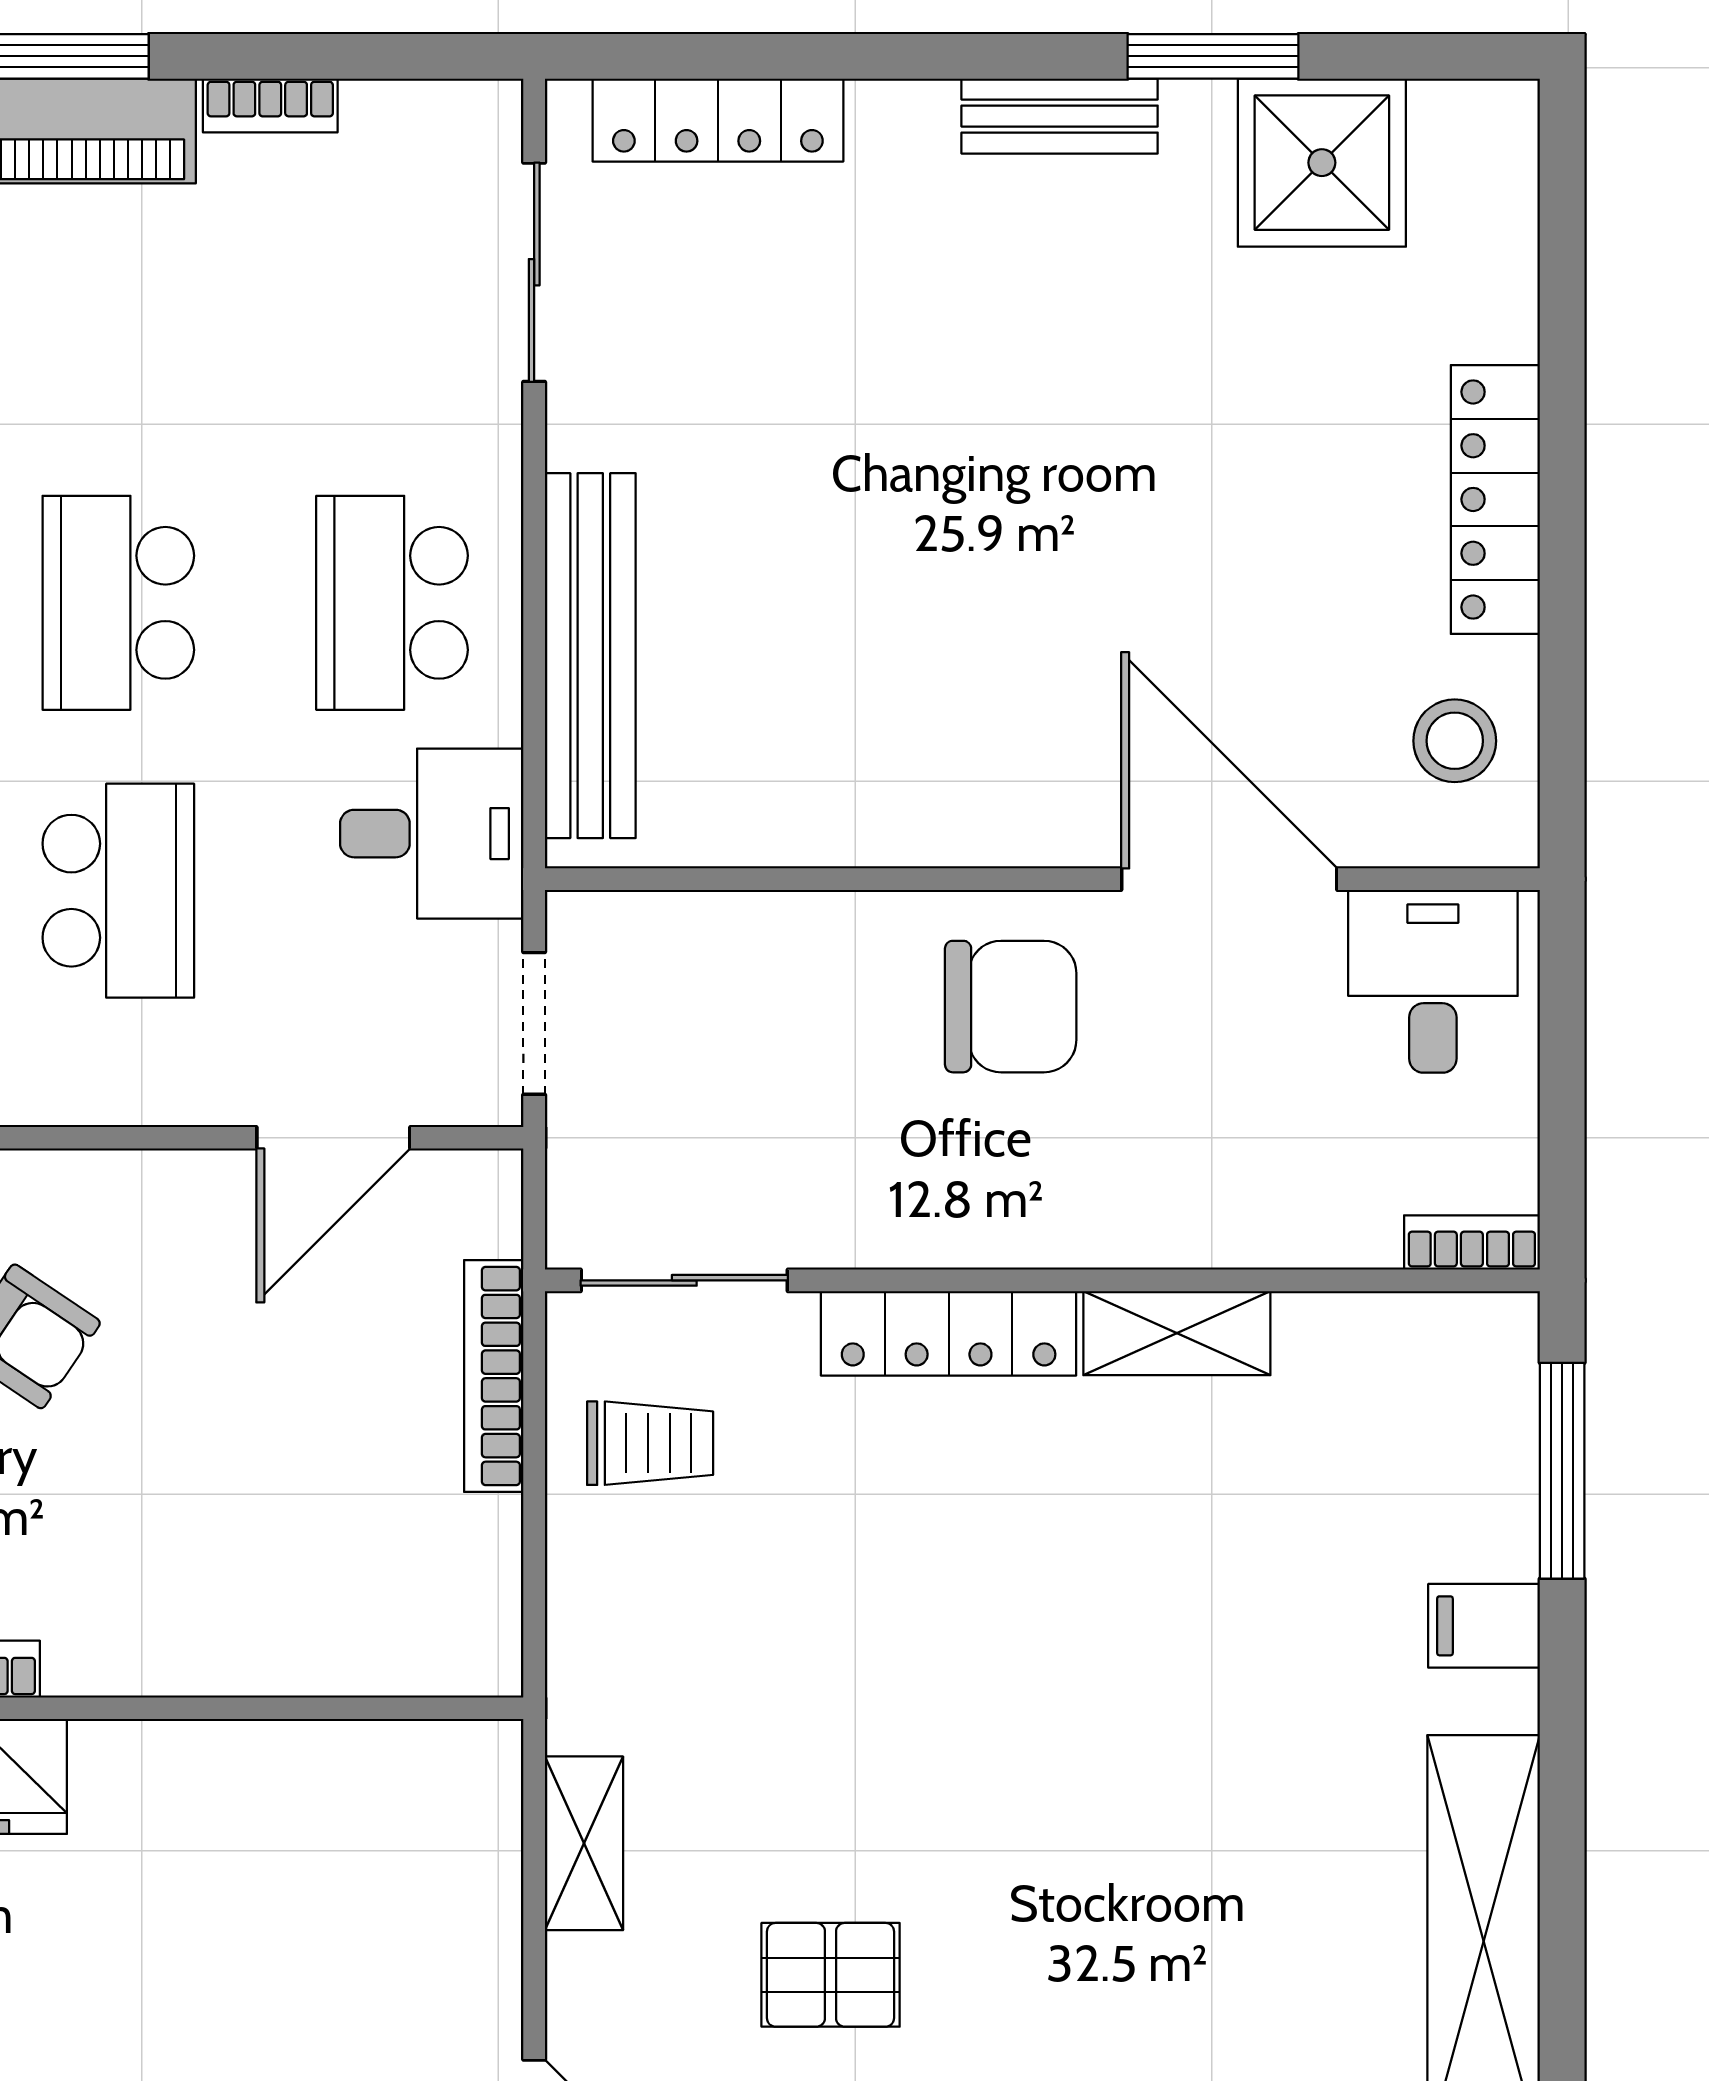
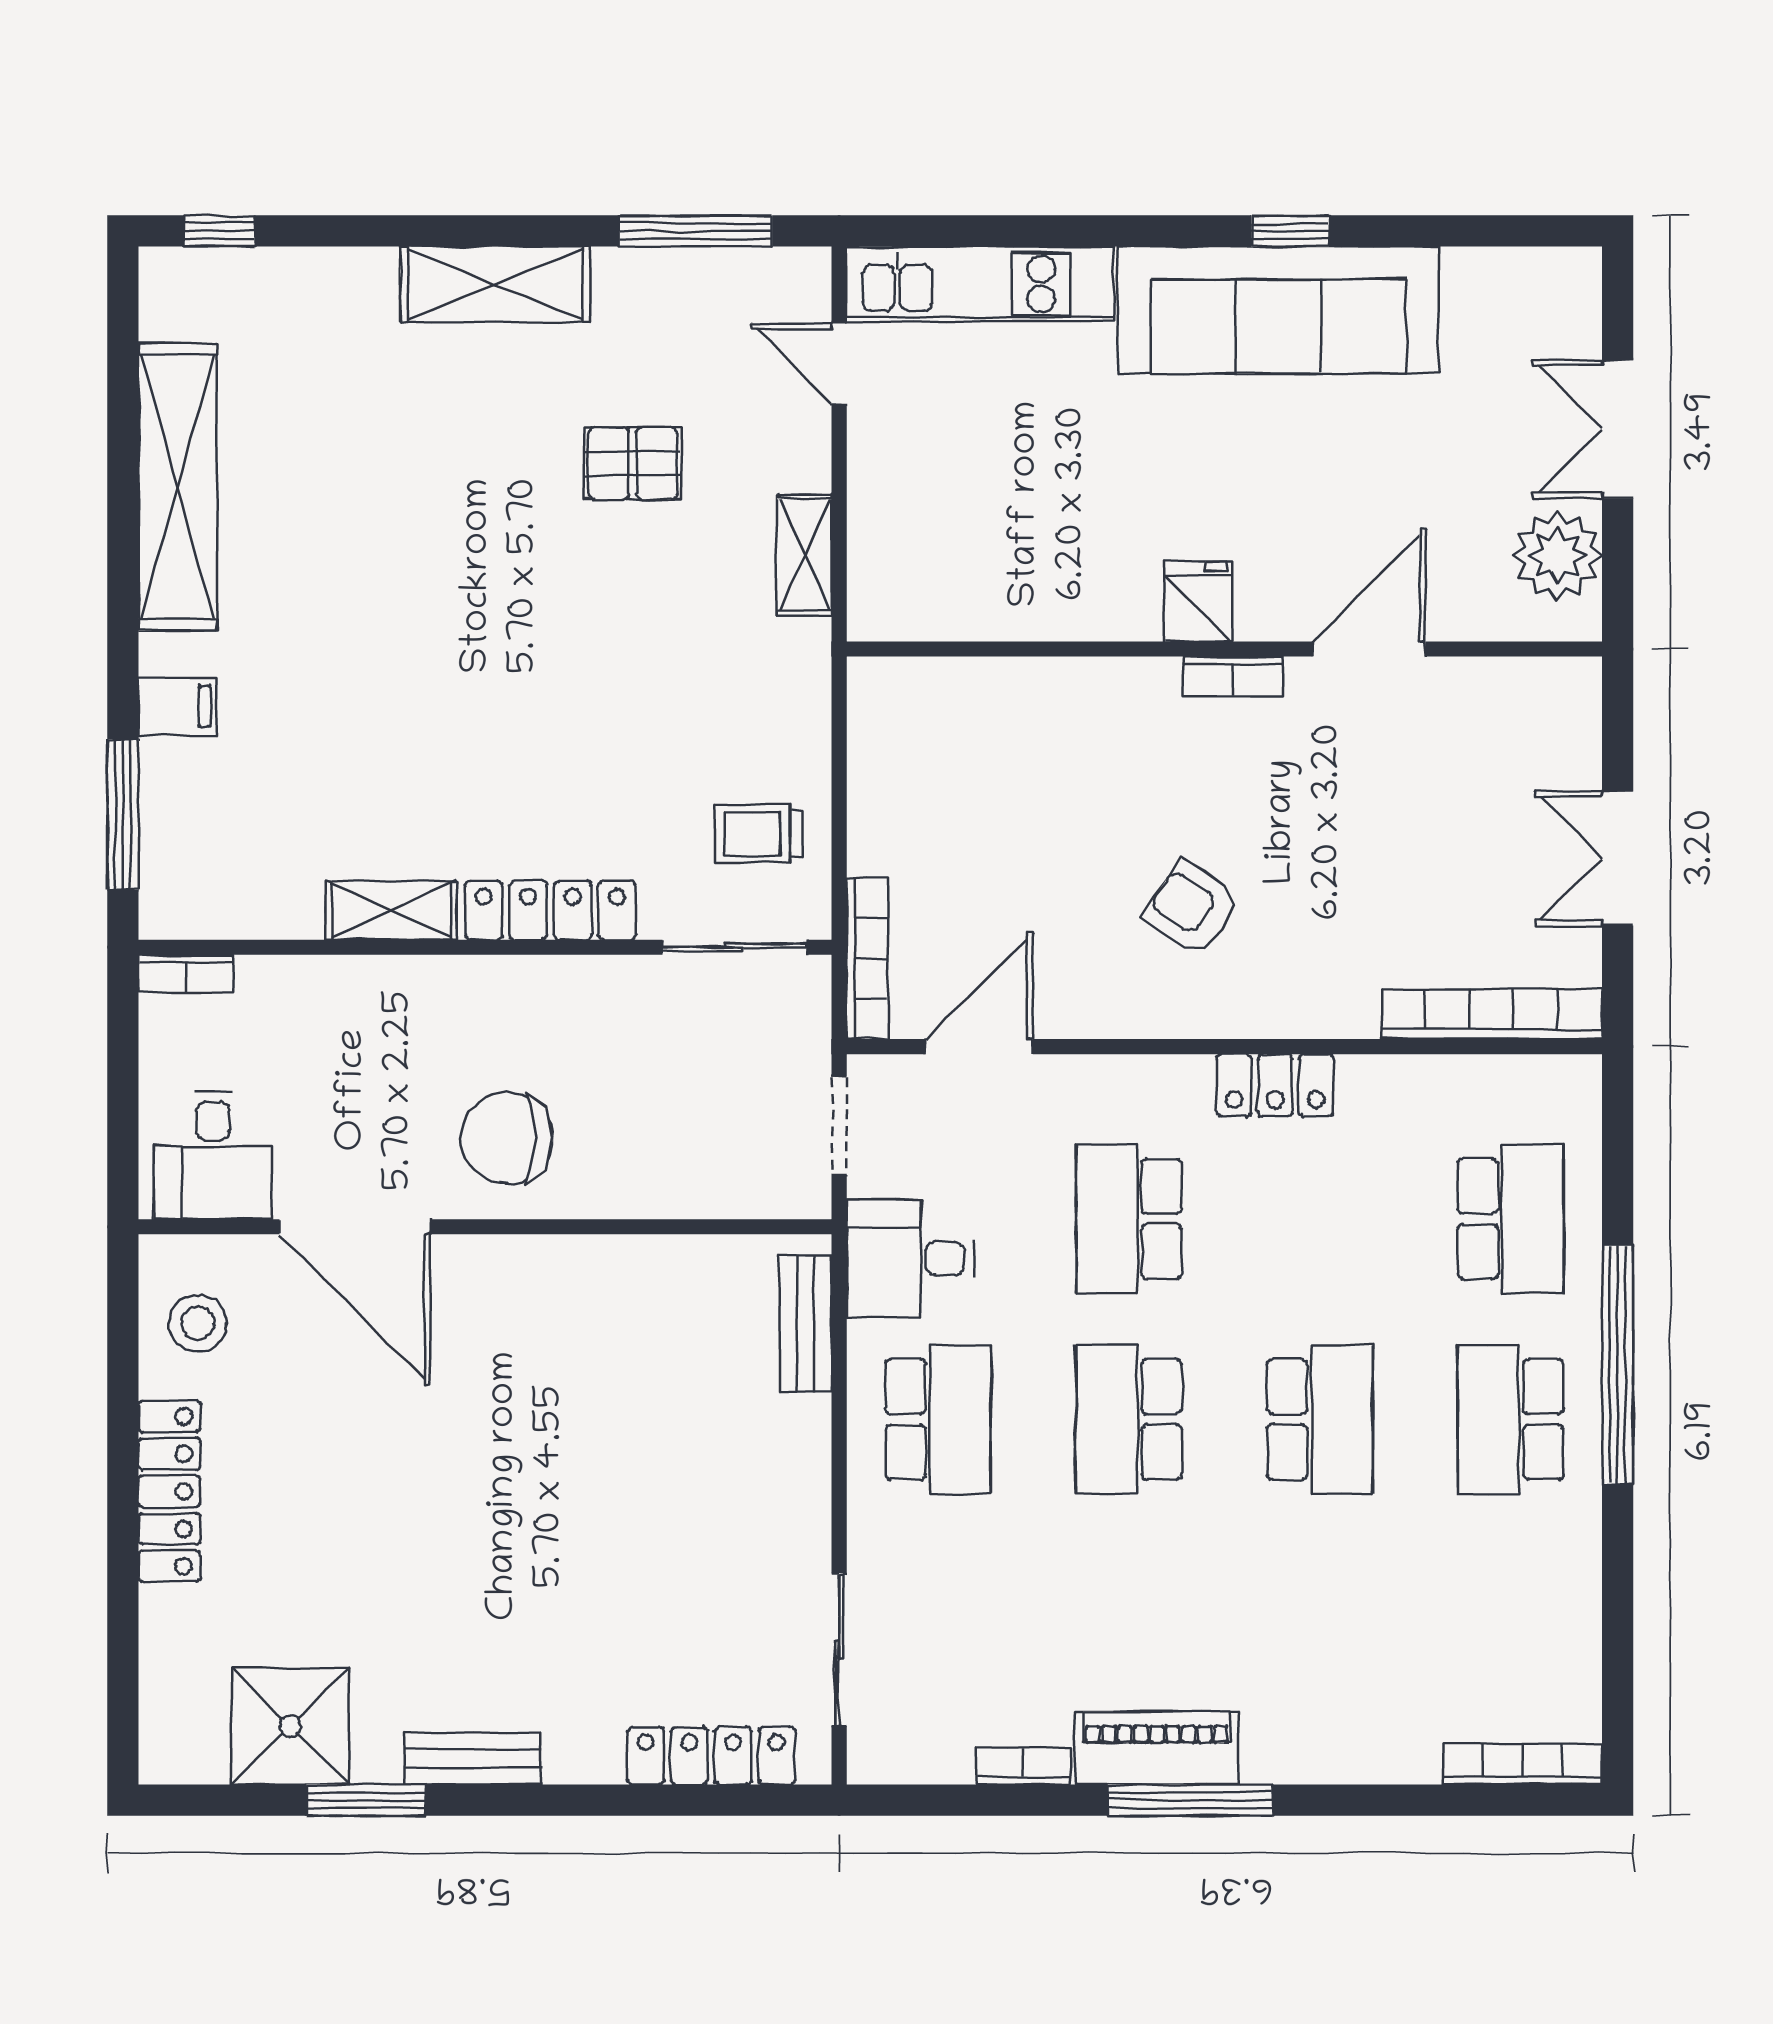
school desk: (118, 603) -> (1129, 1419), turned 180
bench: (590, 656) -> (806, 1324), width x0.54, depth x0.82
bookcase: (494, 1376) -> (867, 958), moved

